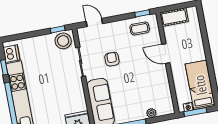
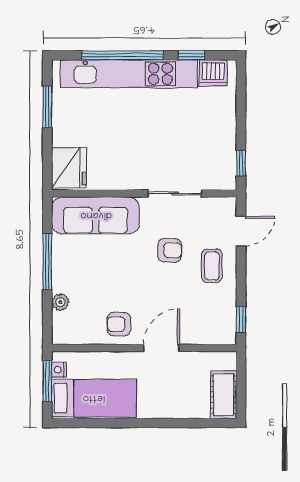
cot: (174, 17) -> (224, 395), moved
coffee table: (140, 28) -> (212, 266), moved
stool: (63, 41) -> (219, 169), removed
armchair: (157, 79) -> (119, 324), added

